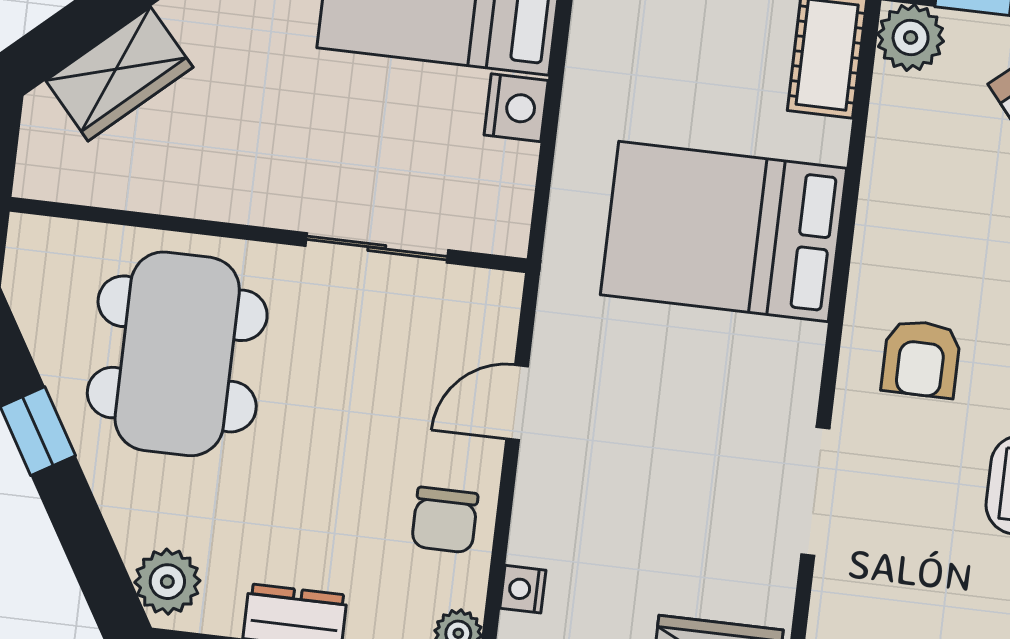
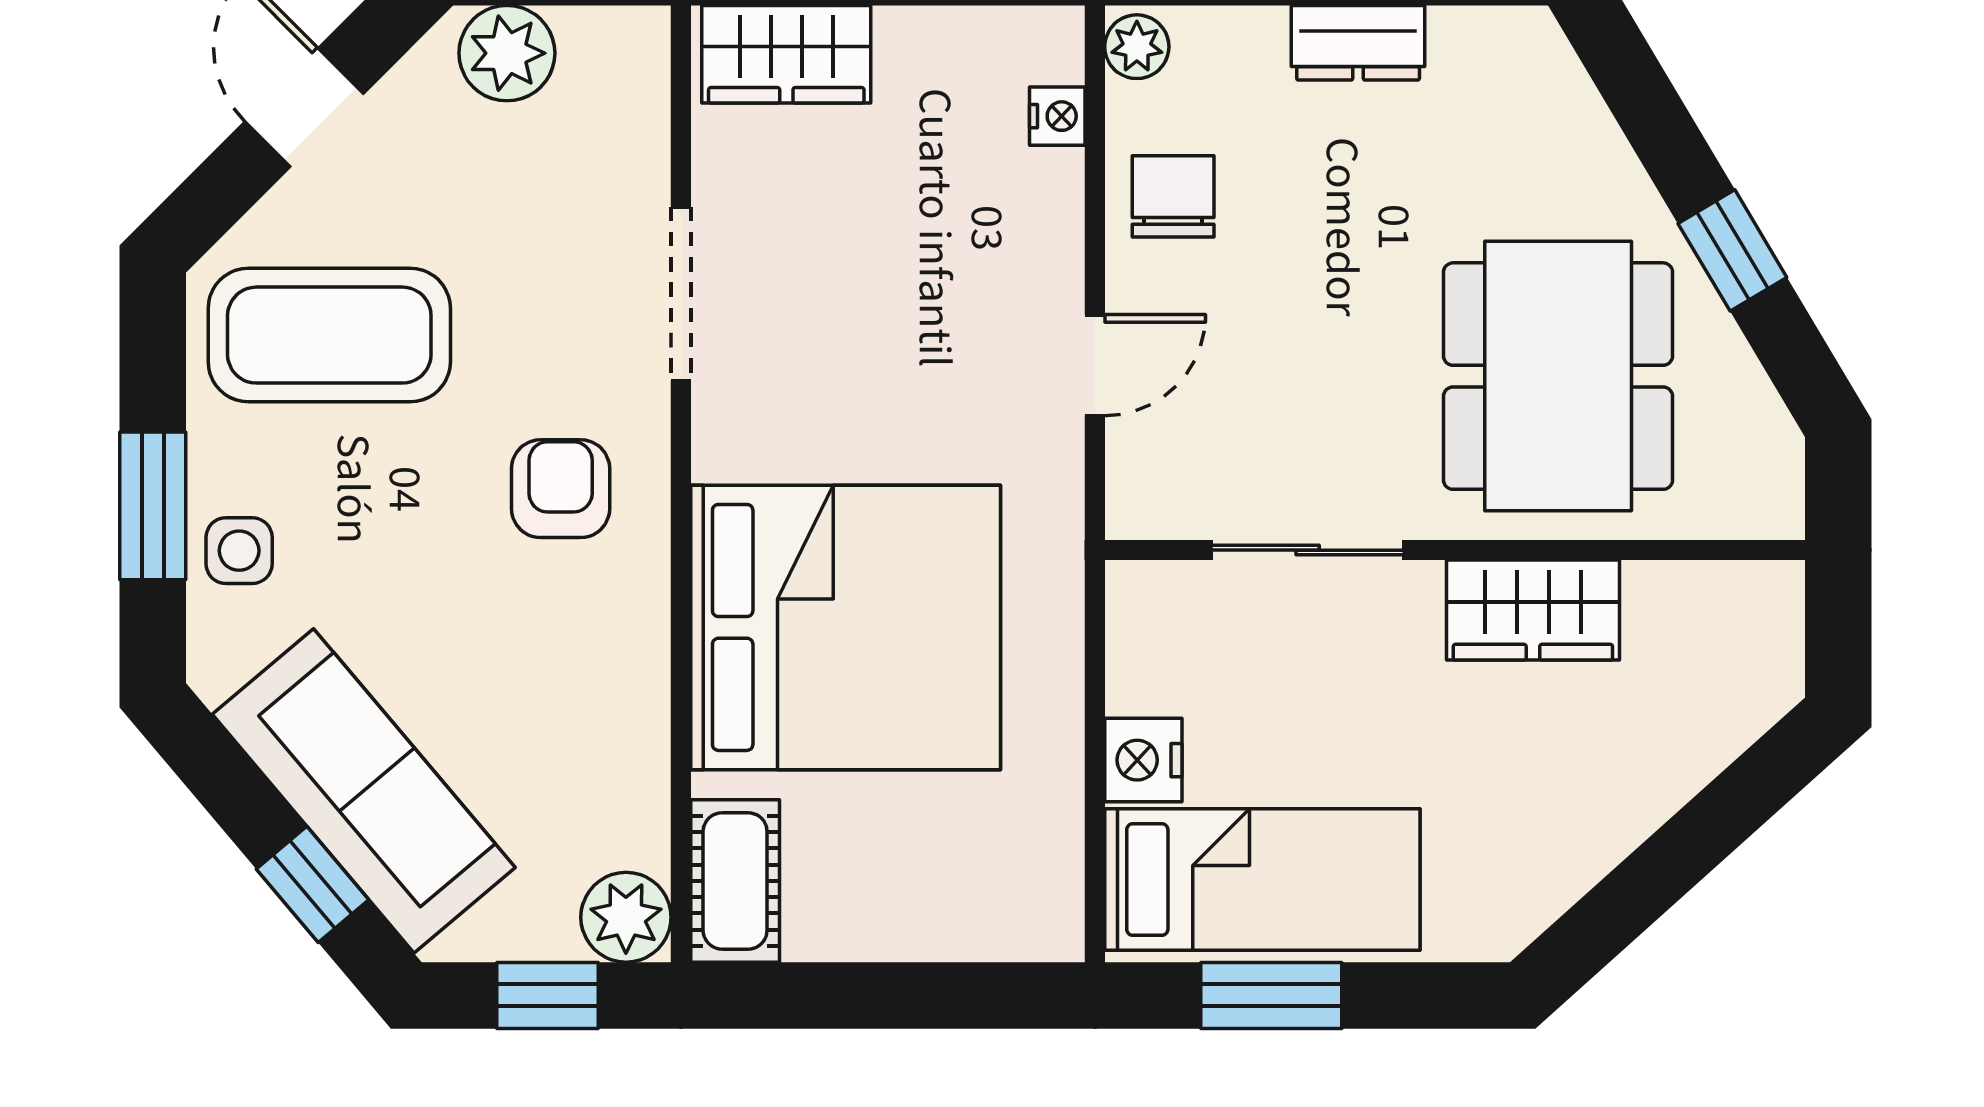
wardrobe: (119, 74) -> (1533, 610), moved, turned -138
bed: (723, 232) -> (846, 627), width x1.36
plant: (167, 582) -> (1535, 70), removed

